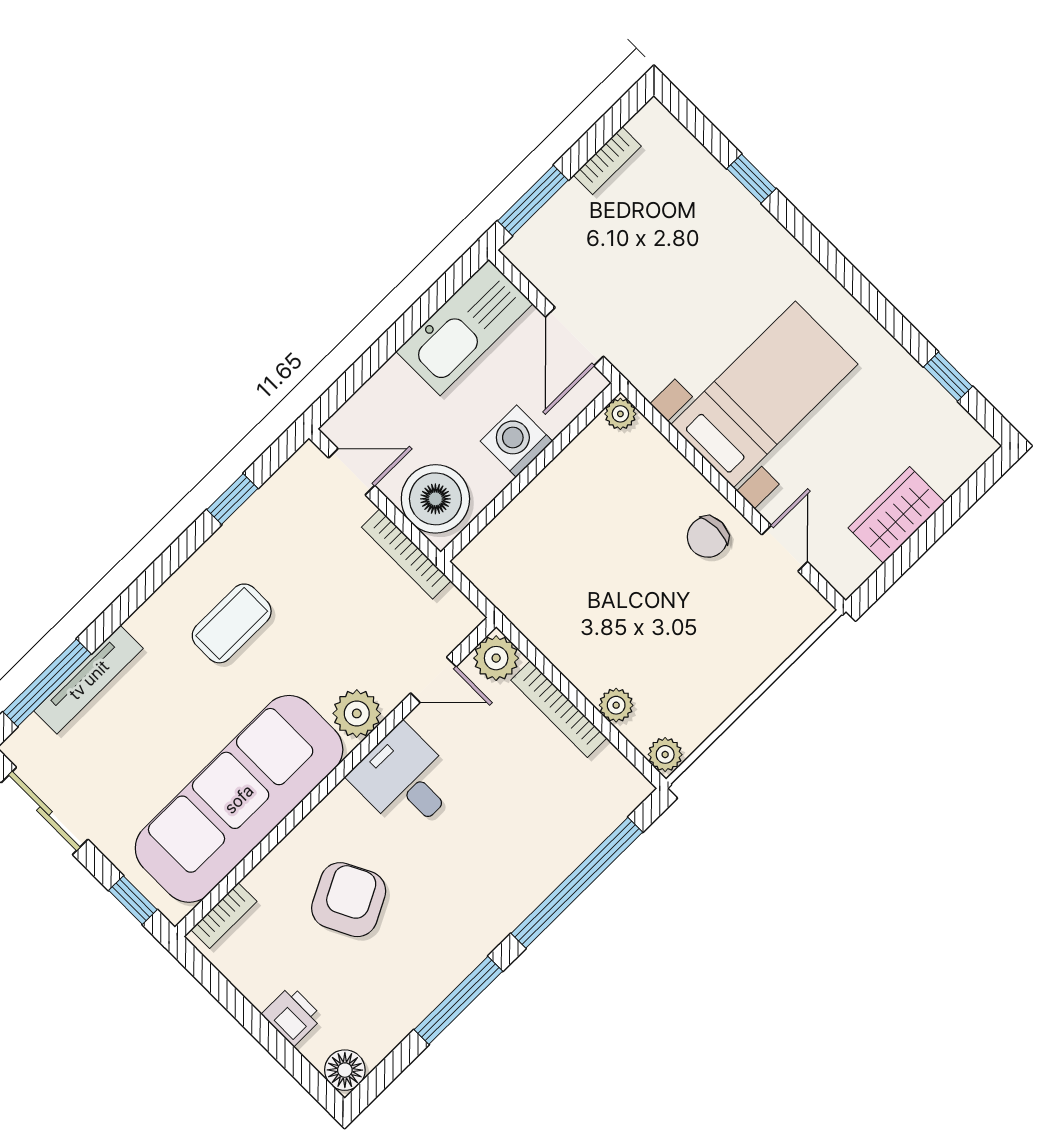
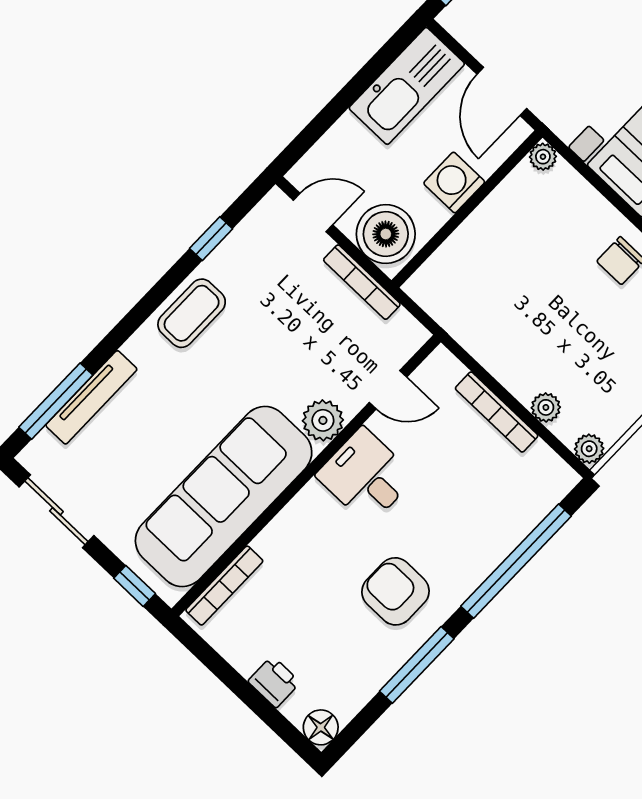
coffee table: (232, 623) -> (192, 313), moved
plant: (496, 658) -> (442, 370), removed
armchair: (349, 900) -> (395, 591), moved, turned -63
bookcase: (224, 916) -> (224, 586), width x1.56

